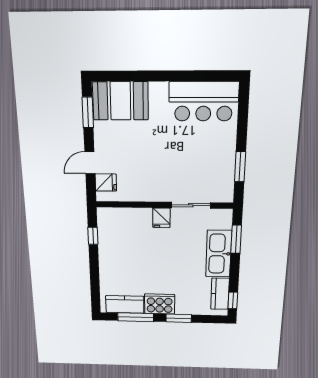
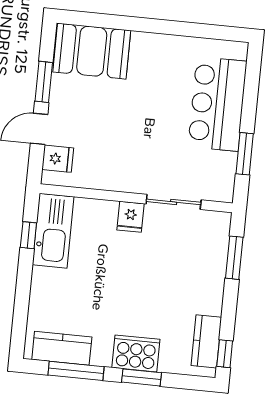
bar counter: (204, 101) -> (217, 104), moved, turned 90
window: (88, 112) -> (44, 82), moved
kitchen sink: (219, 254) -> (53, 231), moved, turned 180
cooker: (160, 304) -> (136, 353), moved

